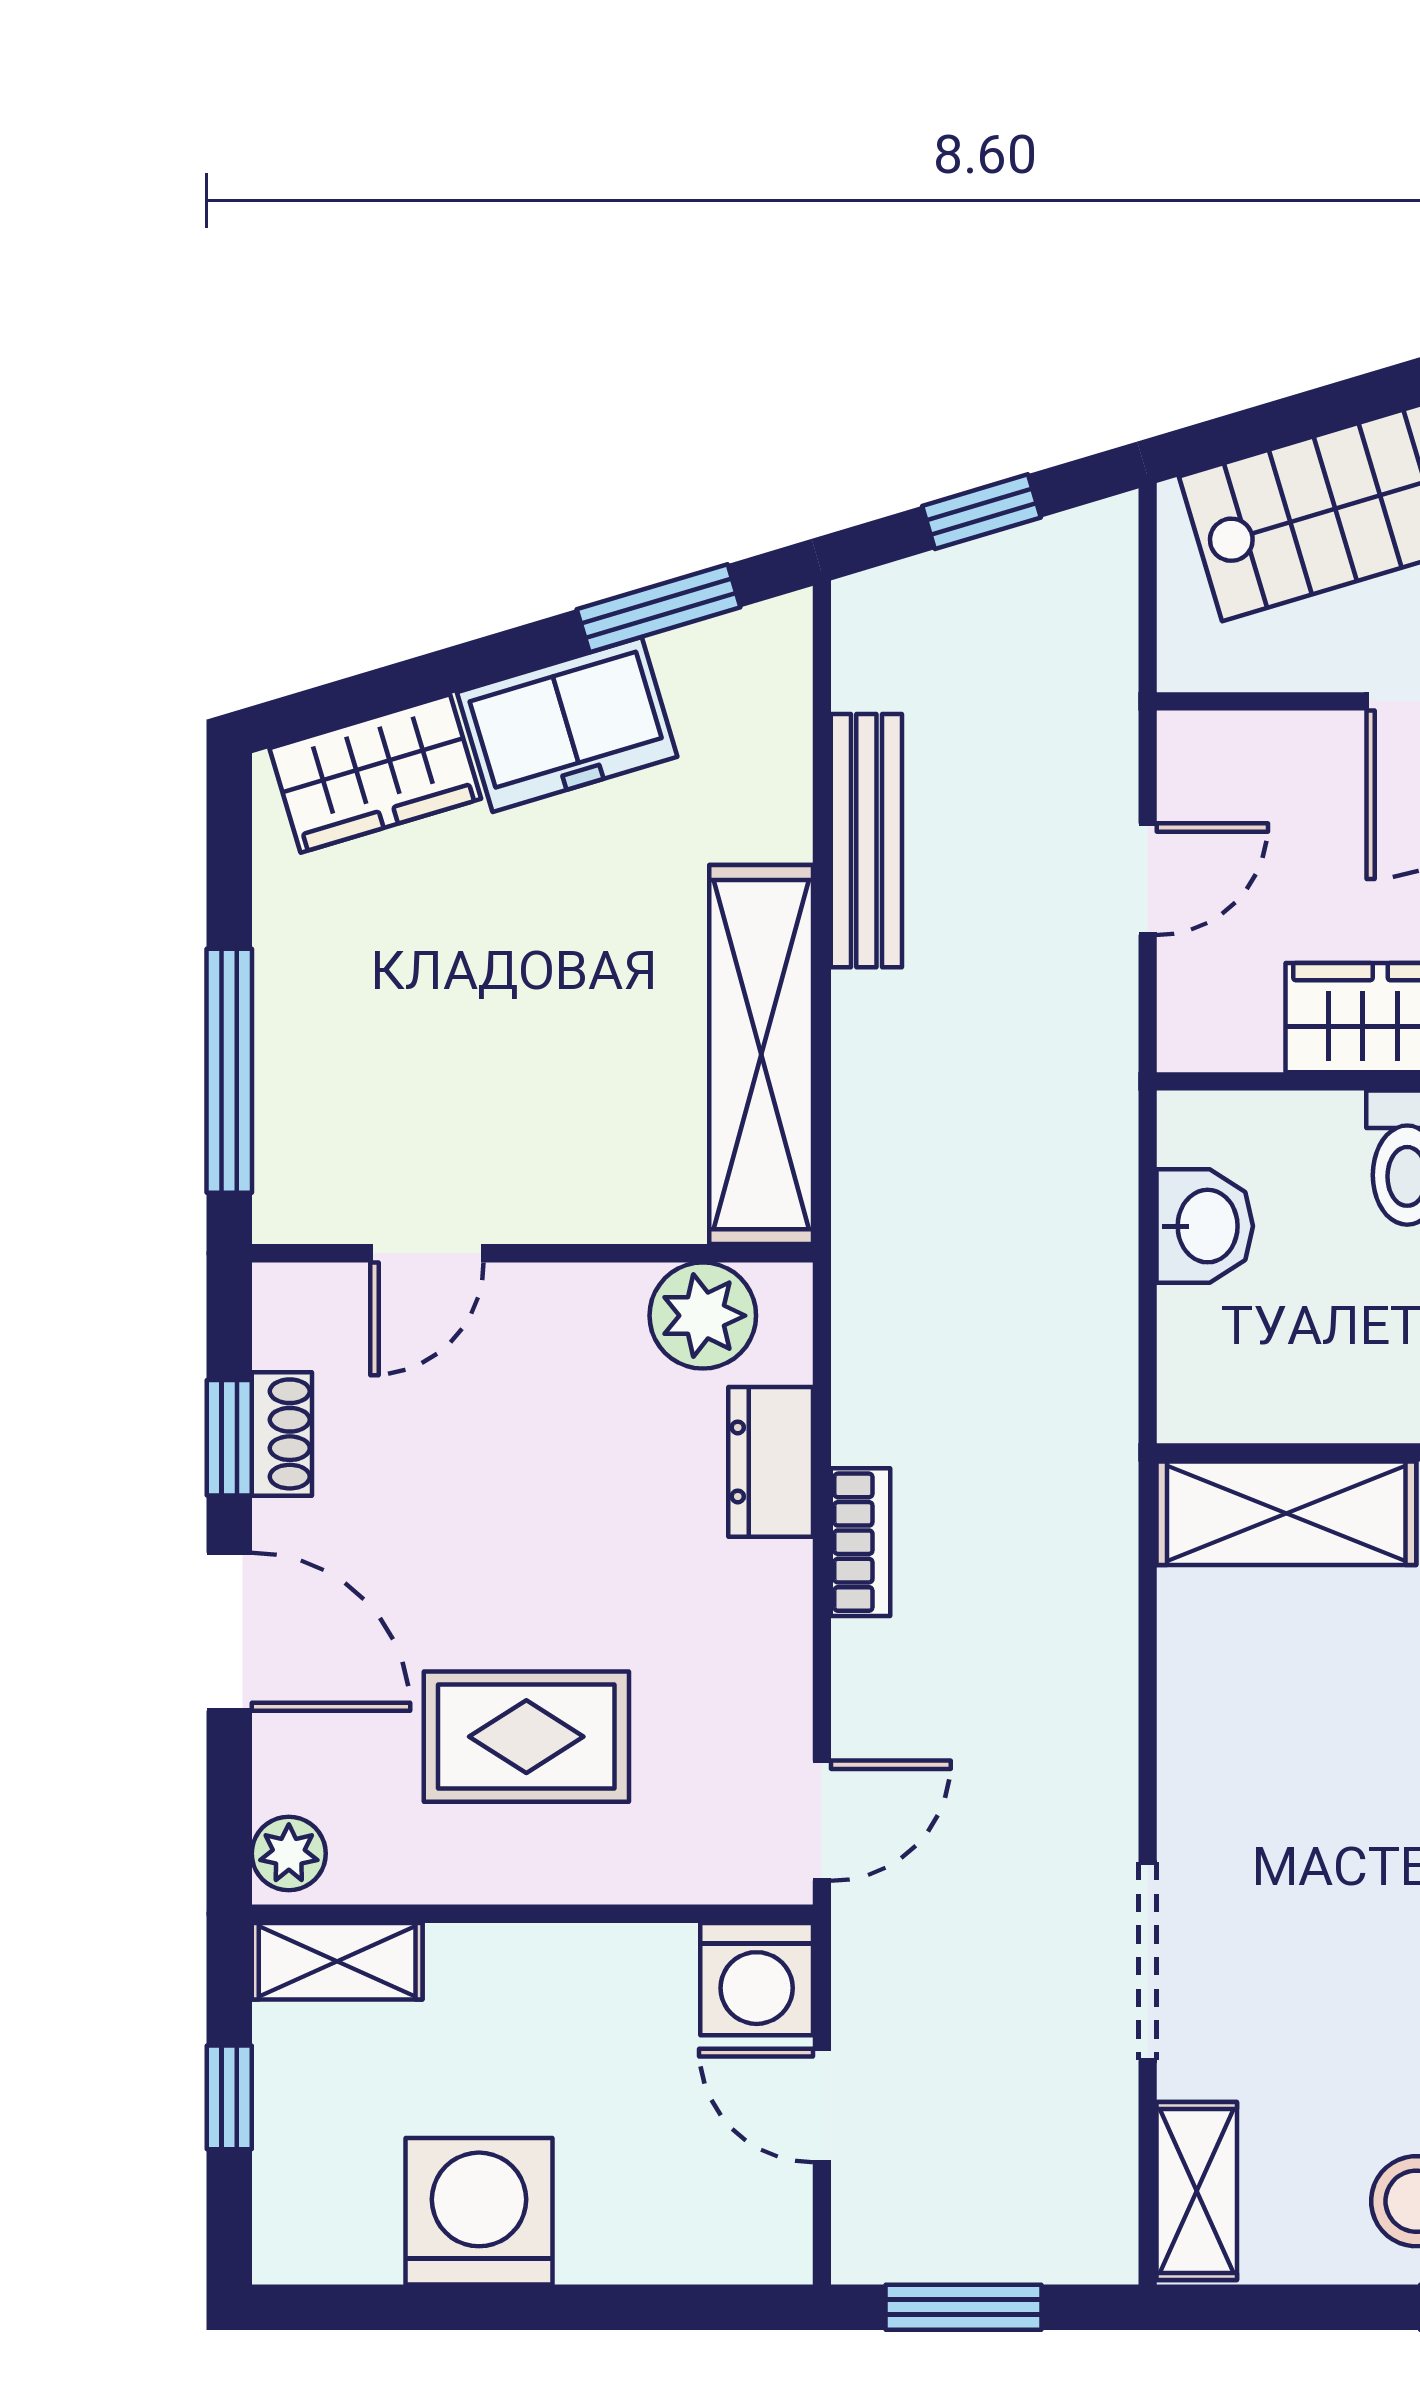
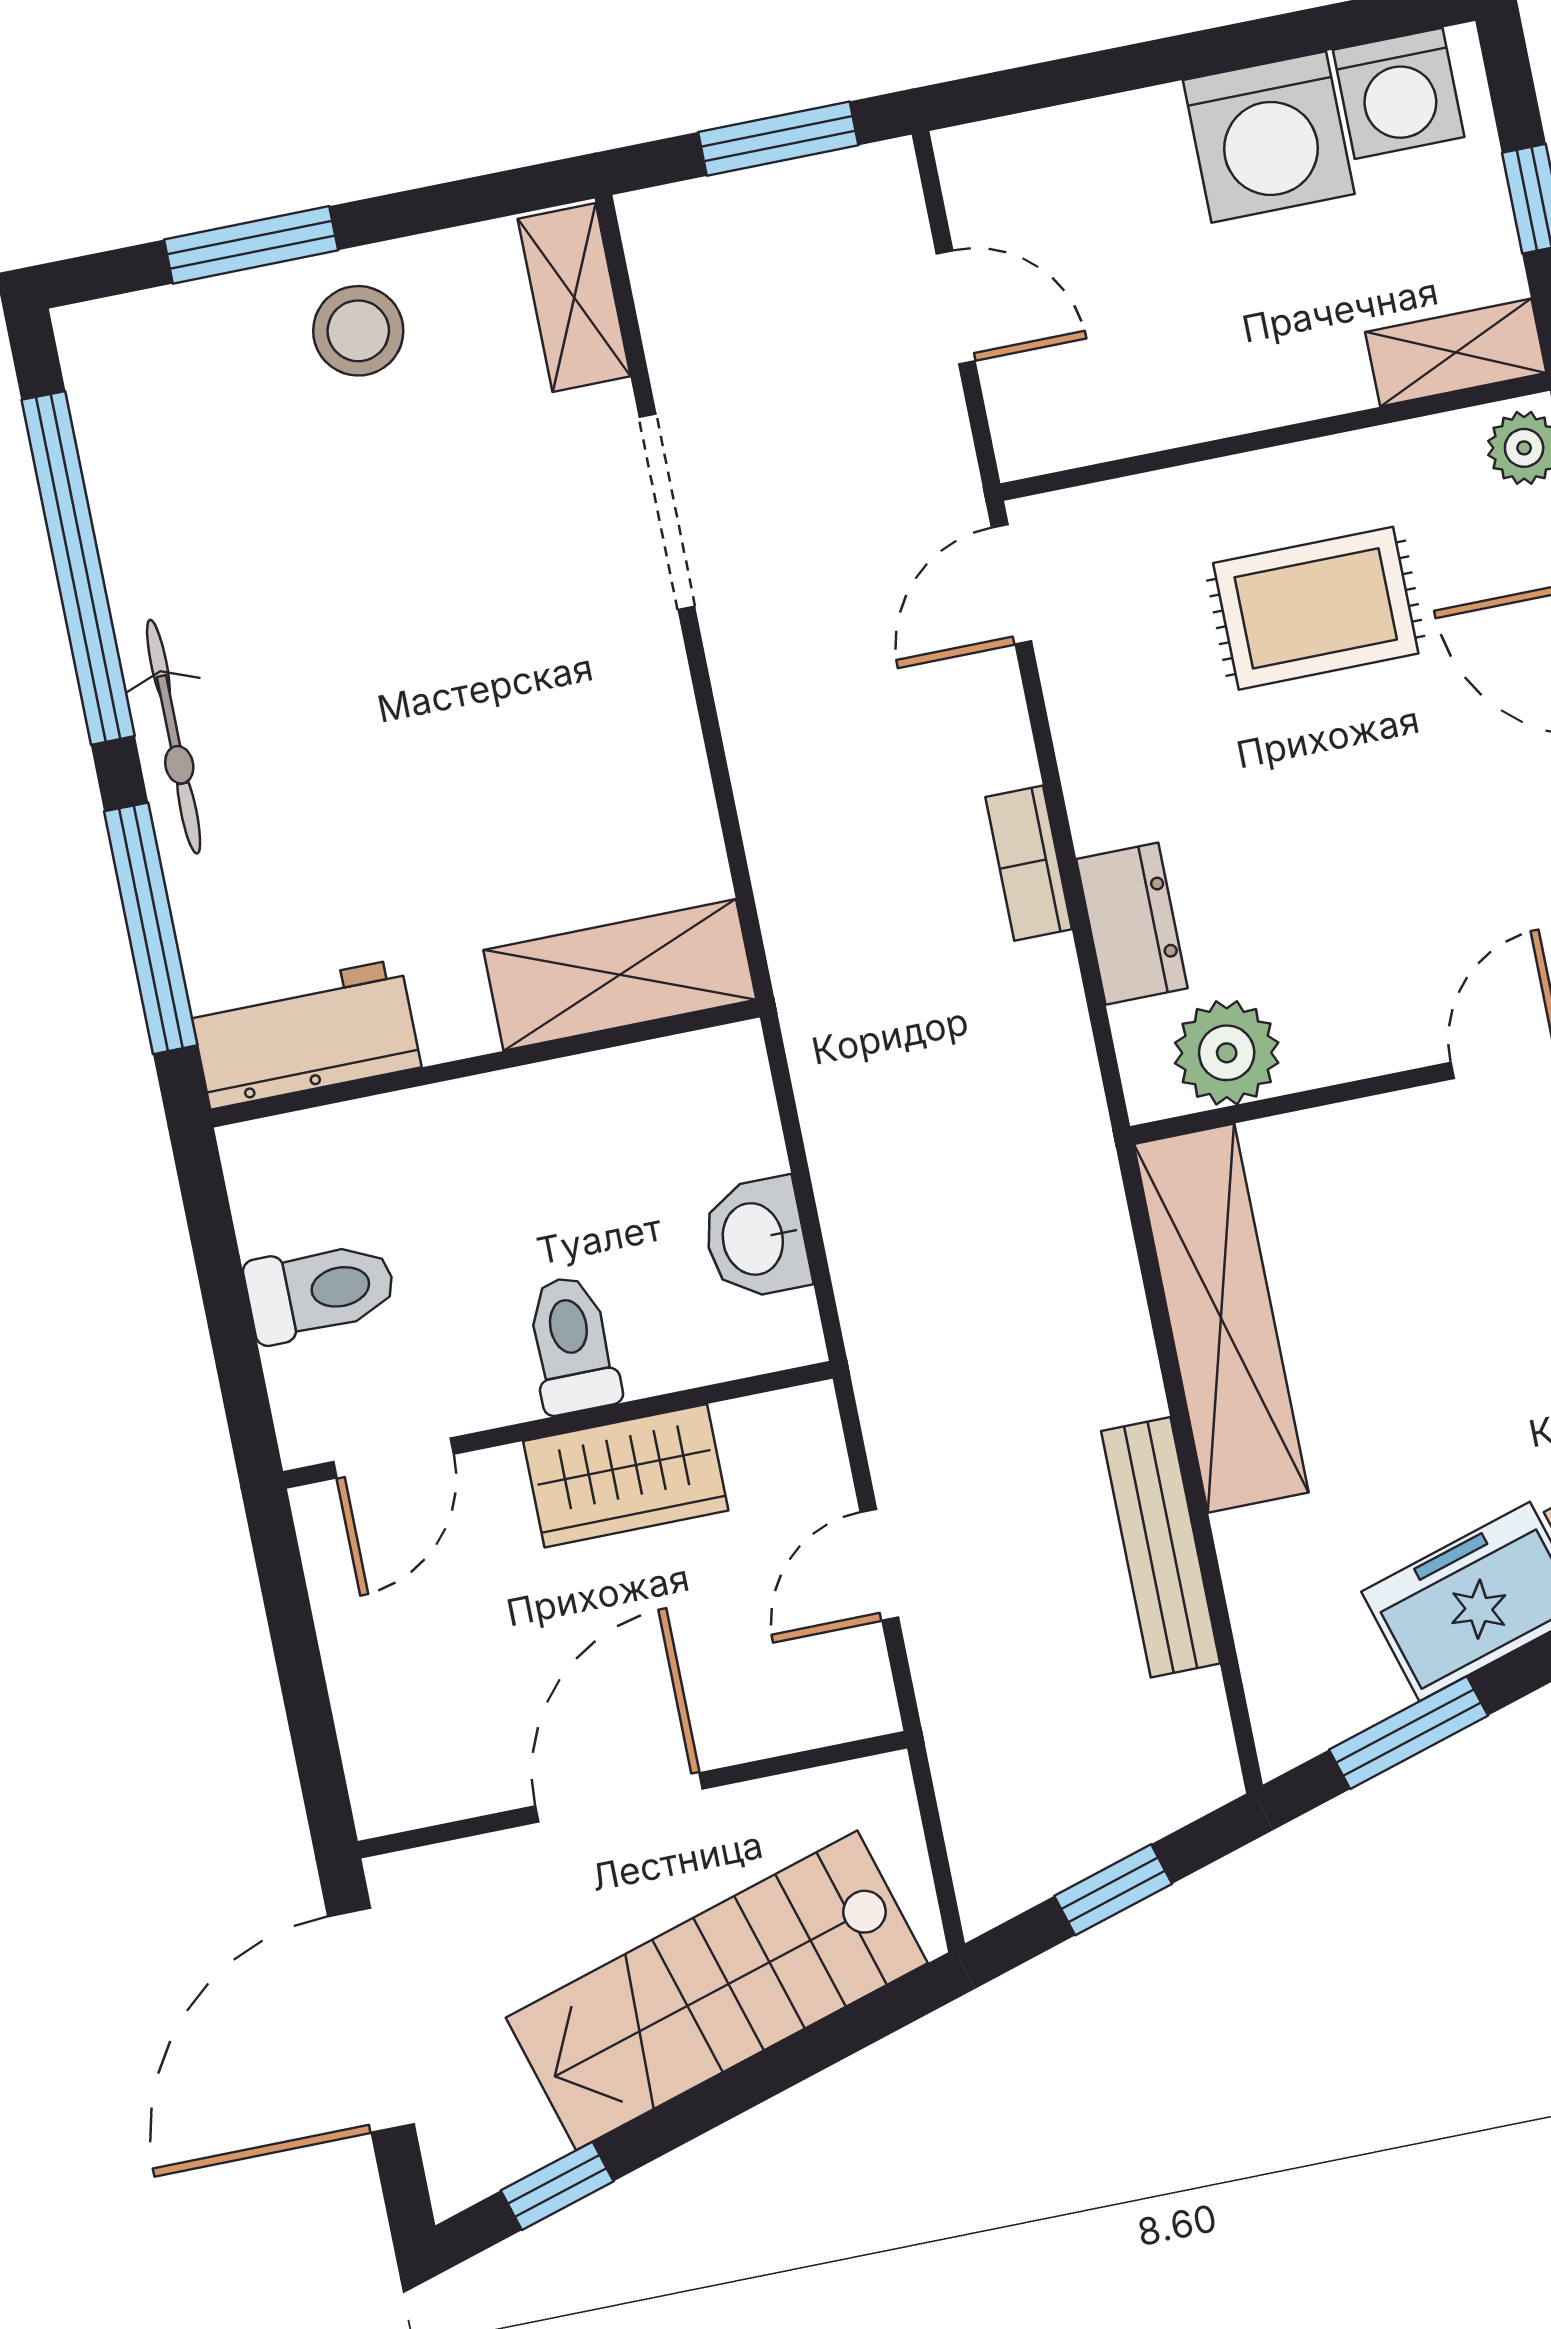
washing machine: (757, 1979) -> (1399, 93), moved, turned 180

